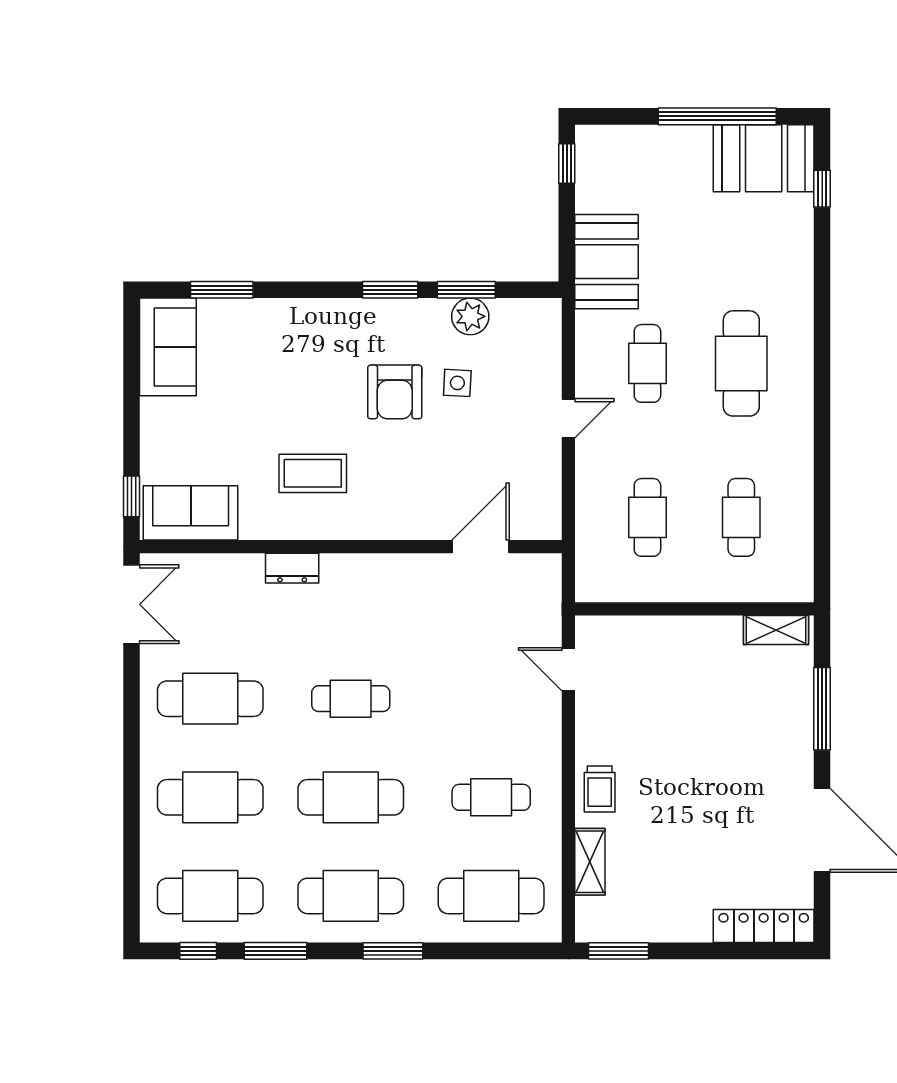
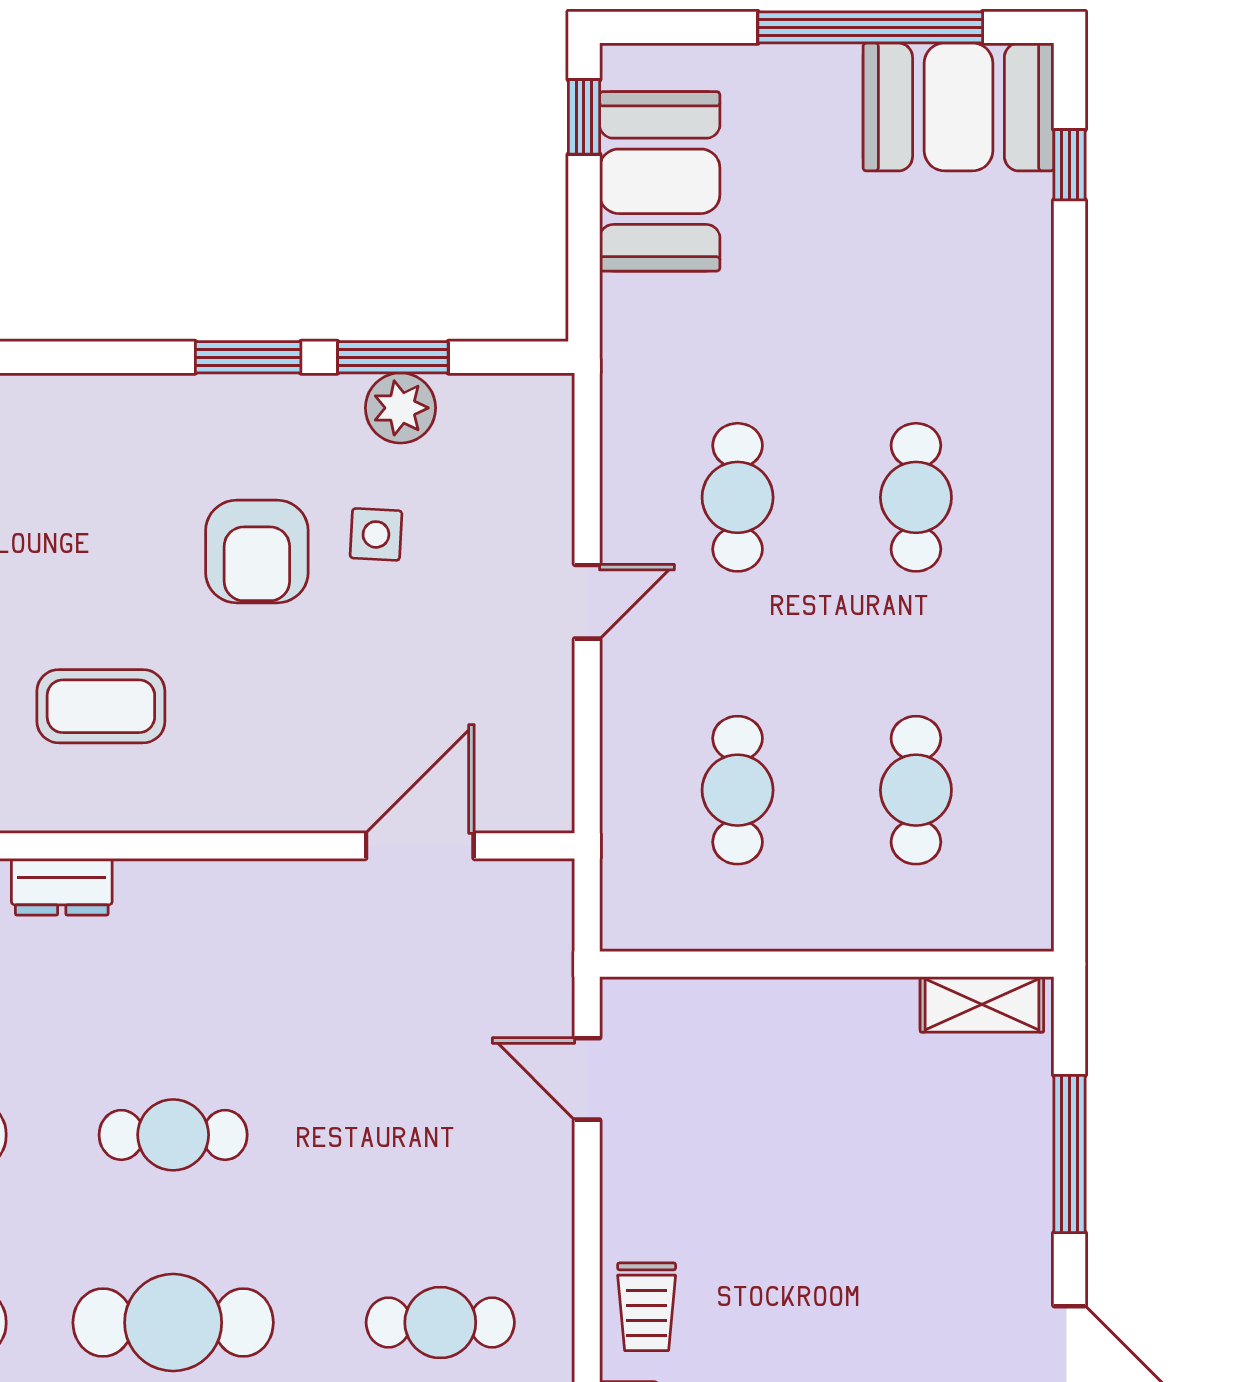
booth: (607, 262) -> (660, 181), moved
cafe table: (741, 363) -> (916, 497), width x0.73, depth x0.74

